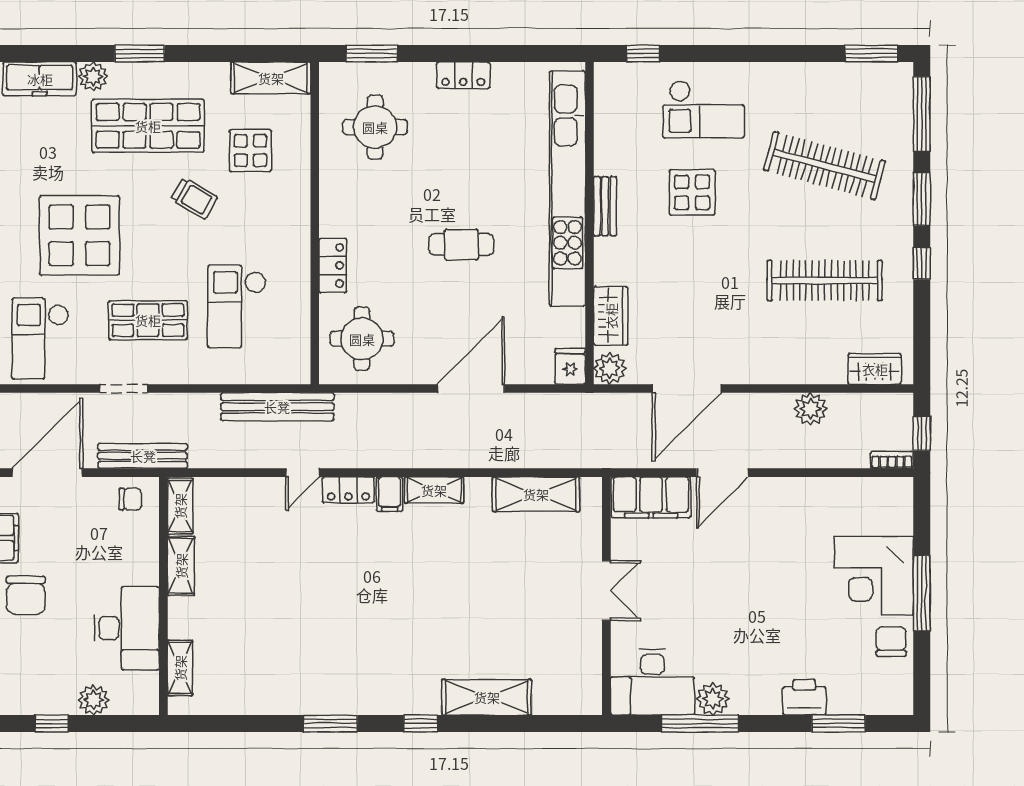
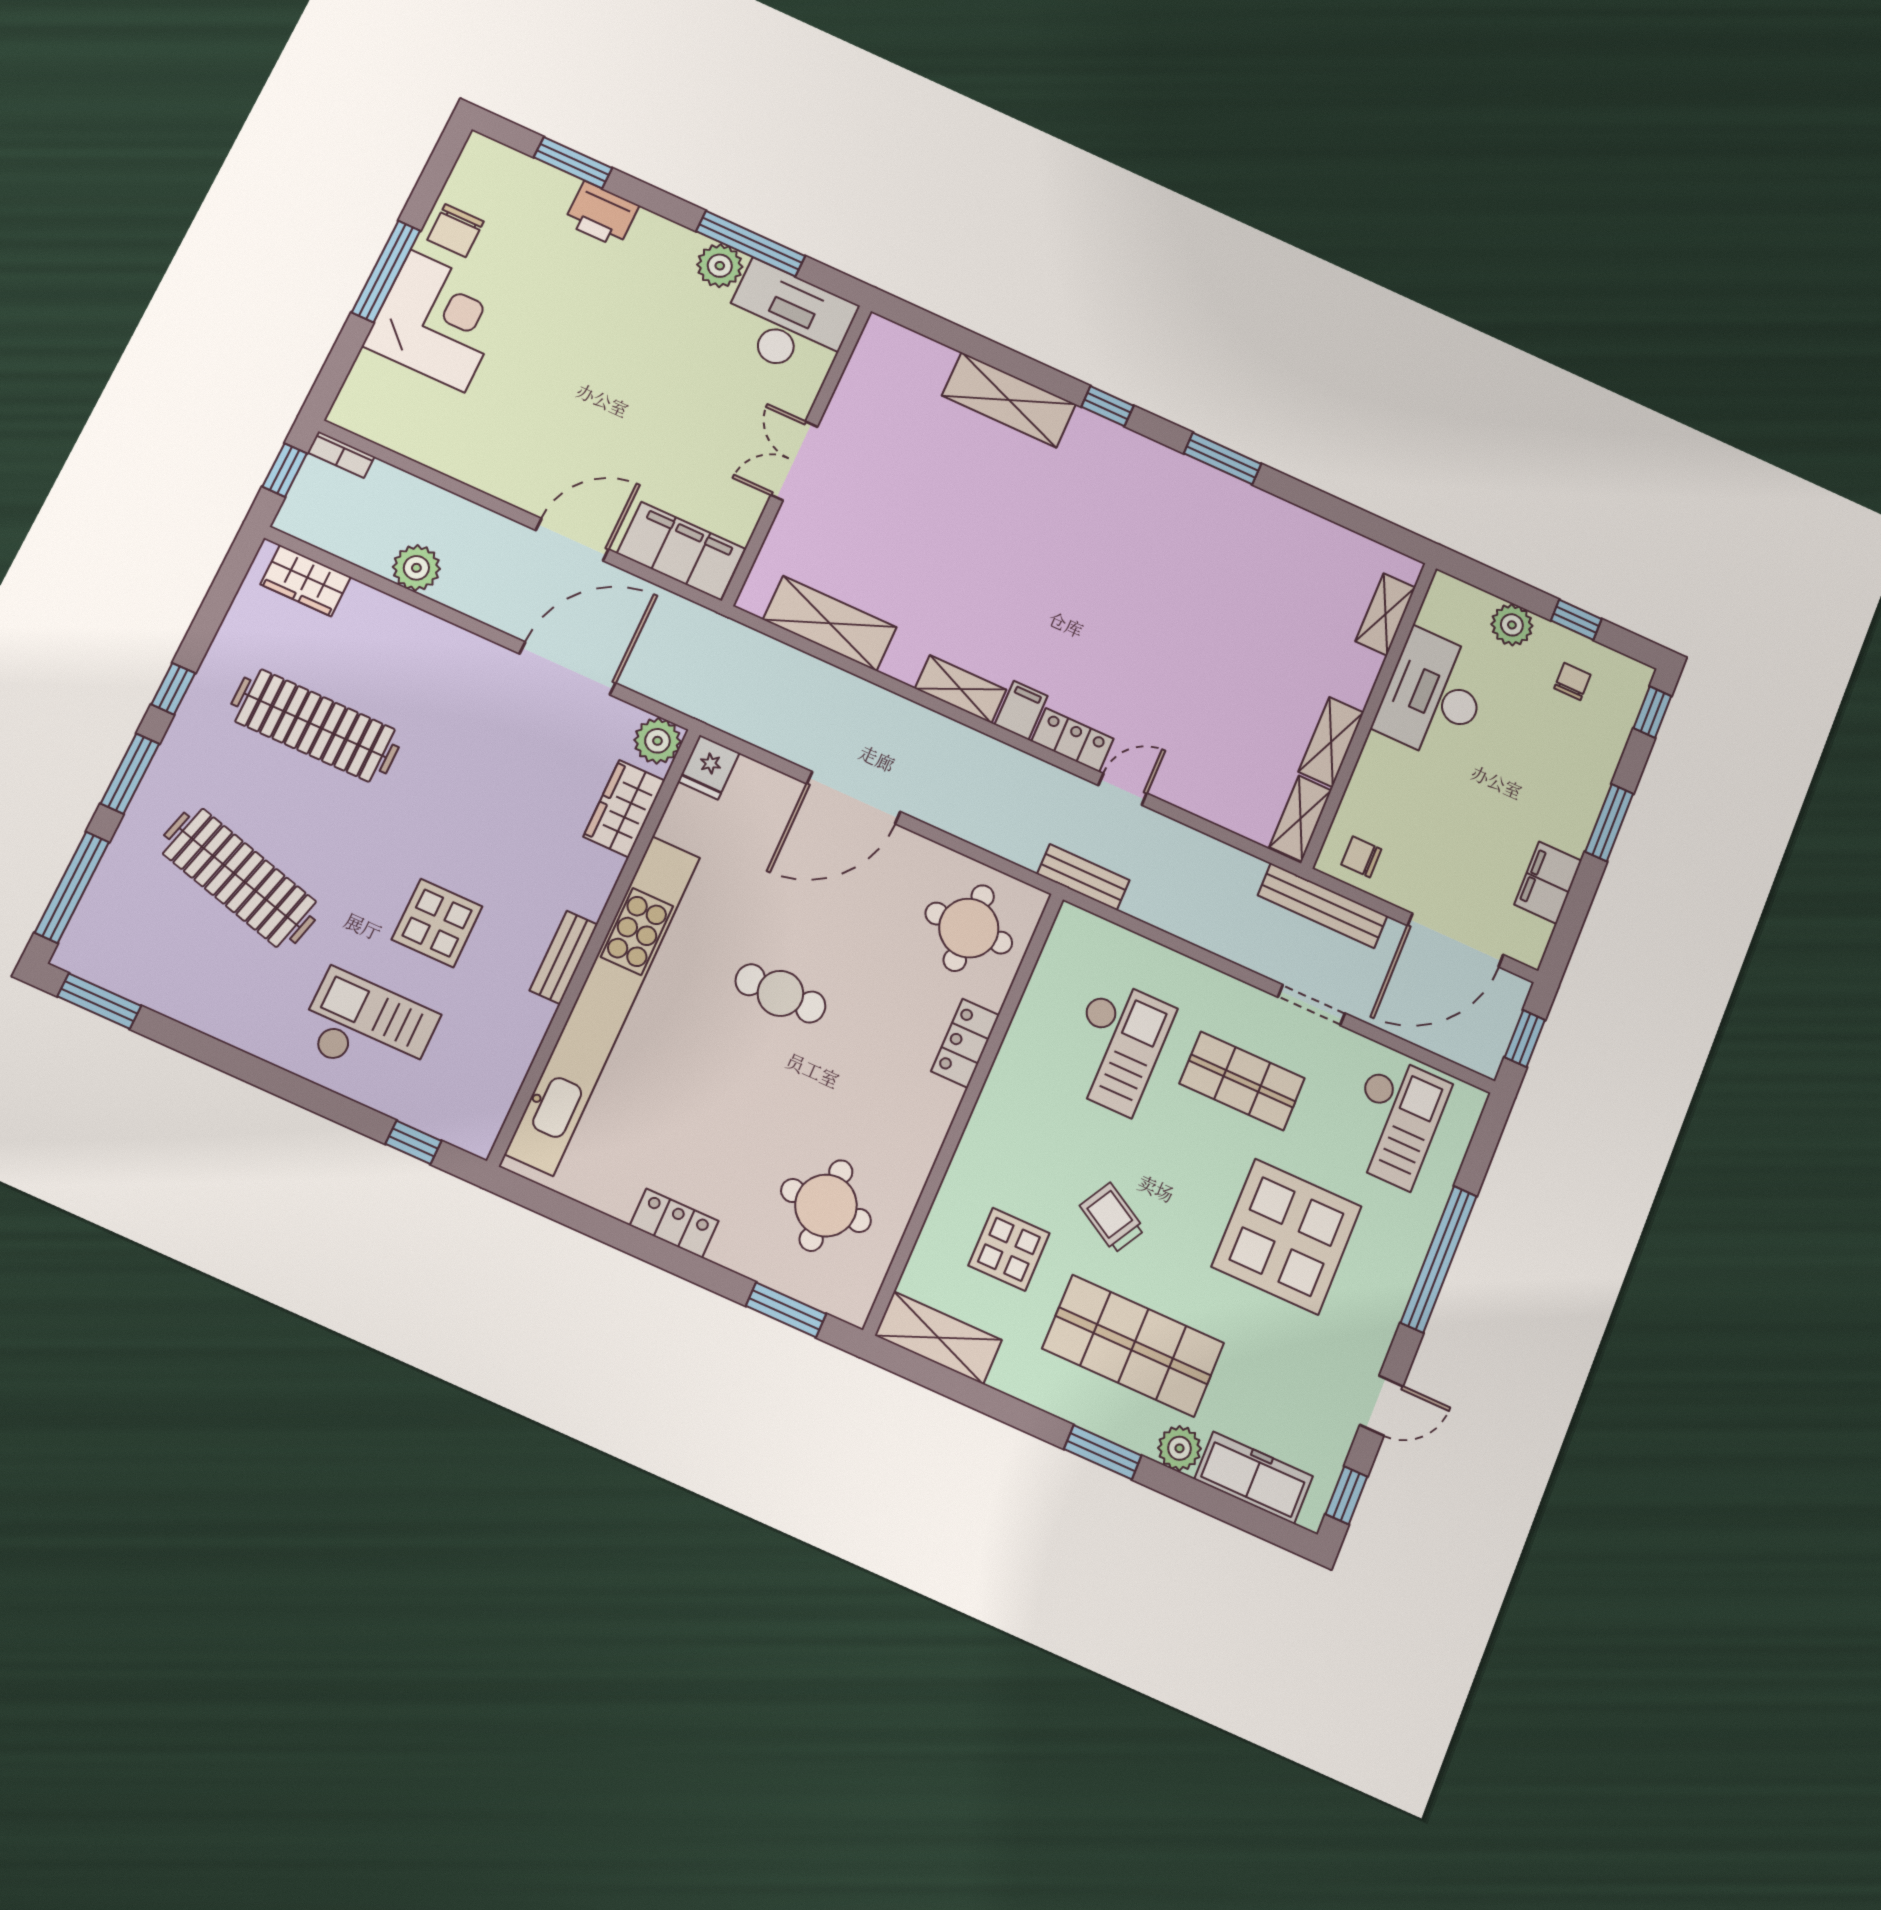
bench: (277, 407) -> (1083, 877), width x0.54, depth x0.82
chair: (26, 595) -> (1572, 682), moved, width x0.54, depth x0.54

